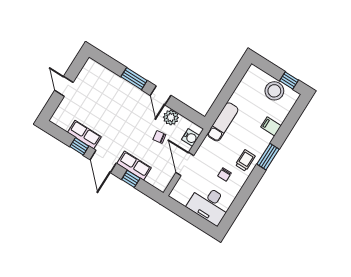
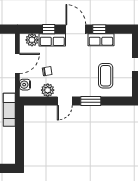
coffee table: (103, 95) -> (106, 76), added
door: (160, 95) -> (65, 101), swing flipped
door: (185, 164) -> (17, 63), hinge flipped
plant: (155, 179) -> (32, 40), added

